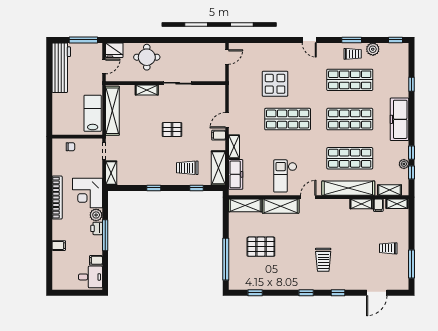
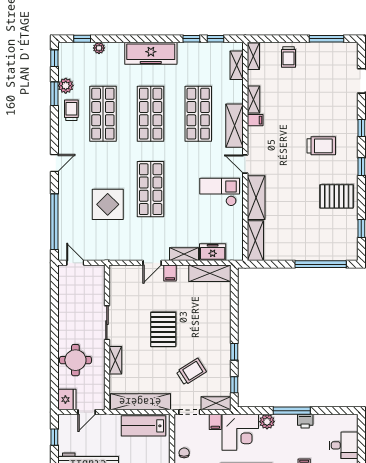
window: (83, 40) -> (54, 437), width x0.46
window: (261, 40) -> (54, 222), added
window: (352, 40) -> (54, 94), moved
door: (104, 66) -> (87, 412), swing flipped
window: (411, 84) -> (82, 39), moved
door: (227, 120) -> (152, 263), hinge flipped
pallet: (172, 130) -> (163, 329), width x1.50, depth x1.42
plant: (404, 164) -> (99, 48), moved
trolley: (187, 168) -> (191, 372), moved, turned -122
freezer: (236, 174) -> (213, 252), width x0.71
checkout: (285, 176) -> (220, 192), turned 180
window: (196, 188) -> (234, 385), moved
shelving: (348, 188) -> (234, 126), width x0.68
filing cabinet: (378, 205) -> (255, 120), moved
printer: (97, 228) -> (305, 421), moved
pallet: (261, 247) -> (337, 196), moved, turned 90
trolley: (388, 248) -> (289, 57), moved
filing cabinet: (96, 260) -> (215, 422), moved
desk: (90, 277) -> (344, 445), moved, turned 90

